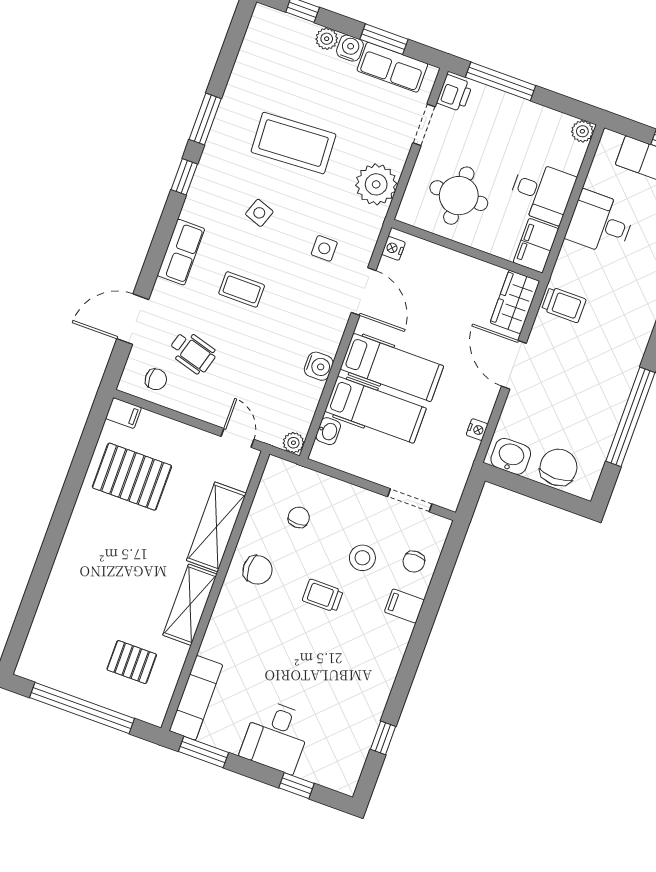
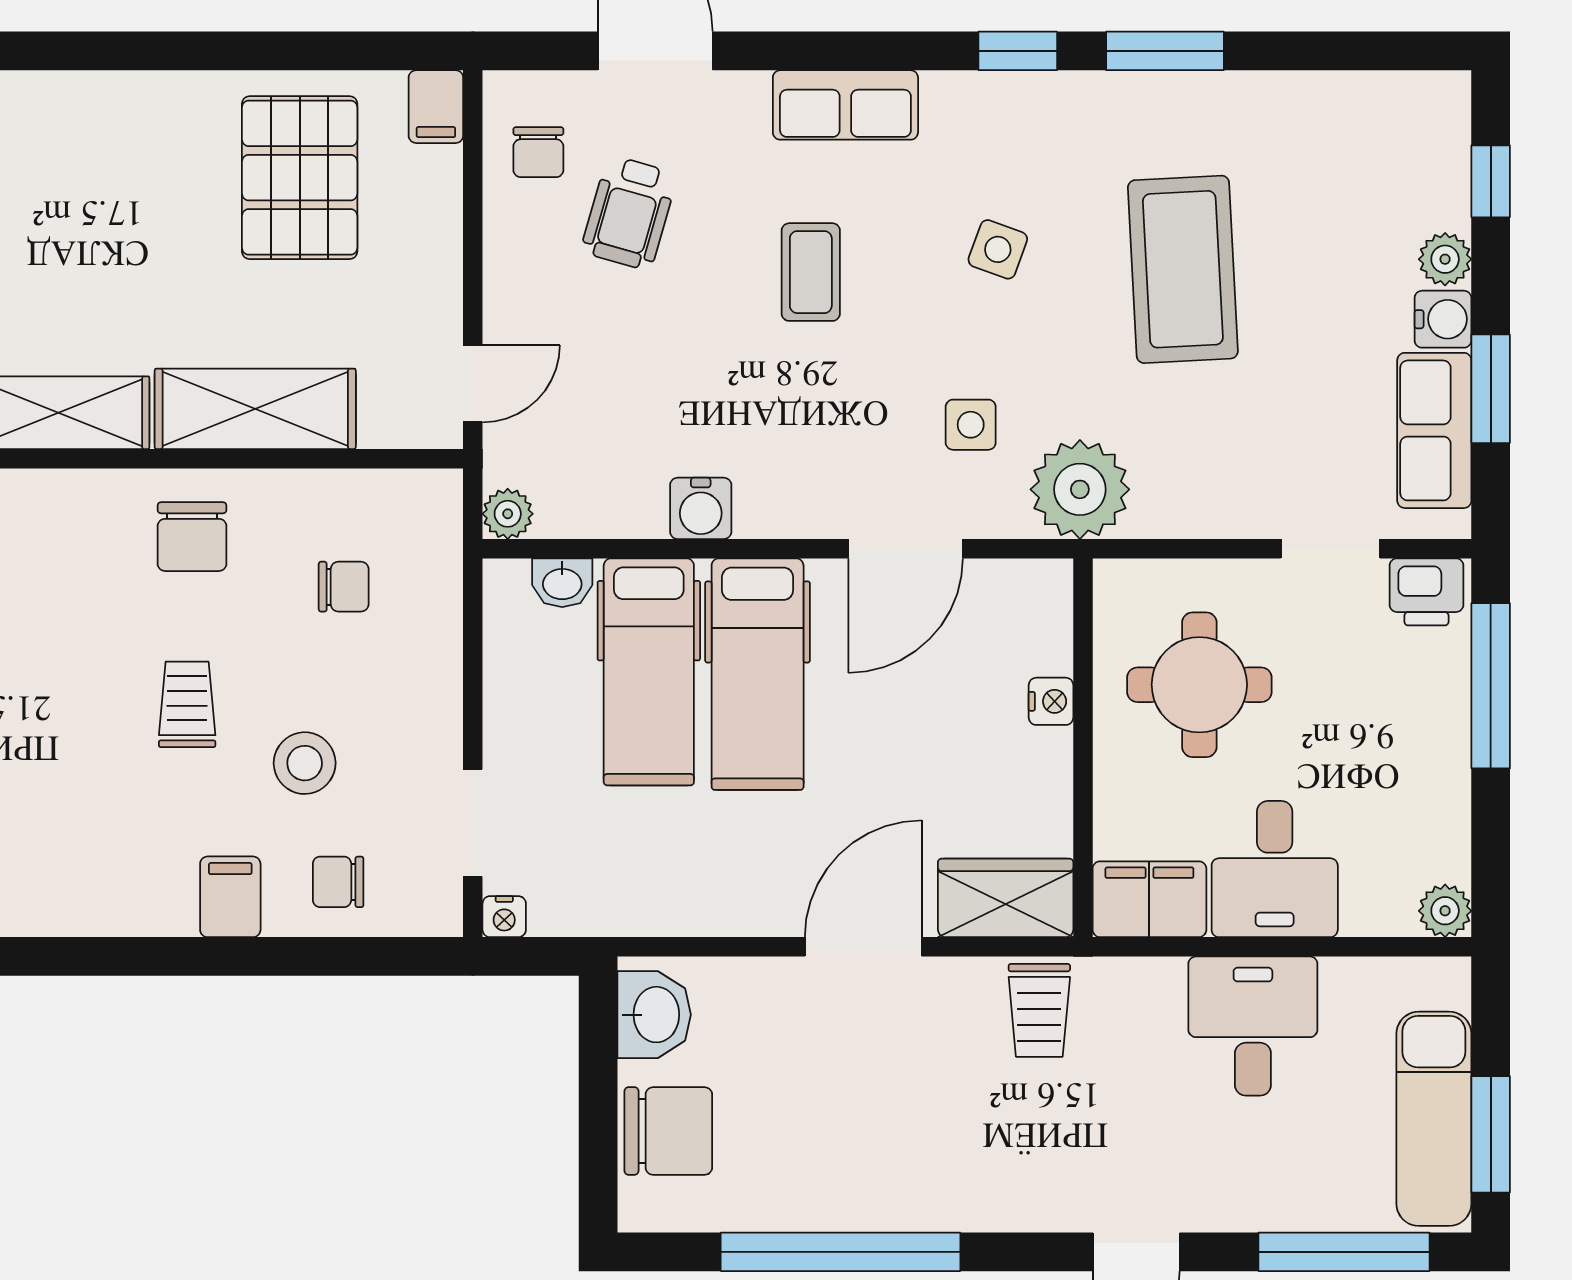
plant: (376, 184) -> (1080, 489), moved
nightstand: (393, 248) -> (1051, 701), moved, turned 90
nightstand: (477, 430) -> (504, 917), moved

